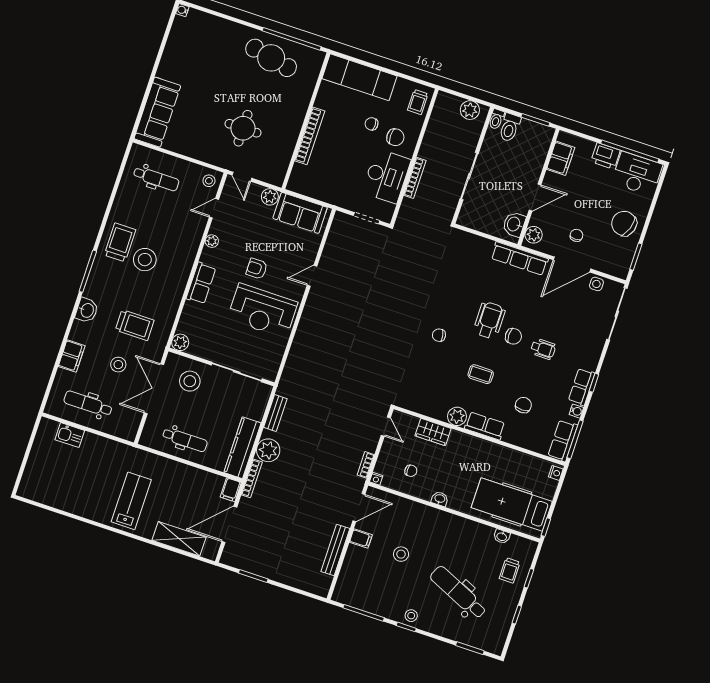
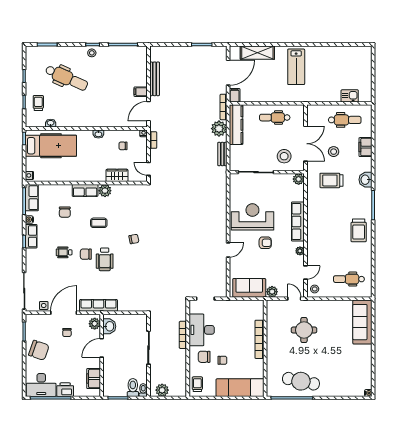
stool: (145, 260) -> (339, 225), removed
row of seats: (201, 283) -> (298, 222), width x1.48
stool: (401, 554) -> (111, 90), removed

